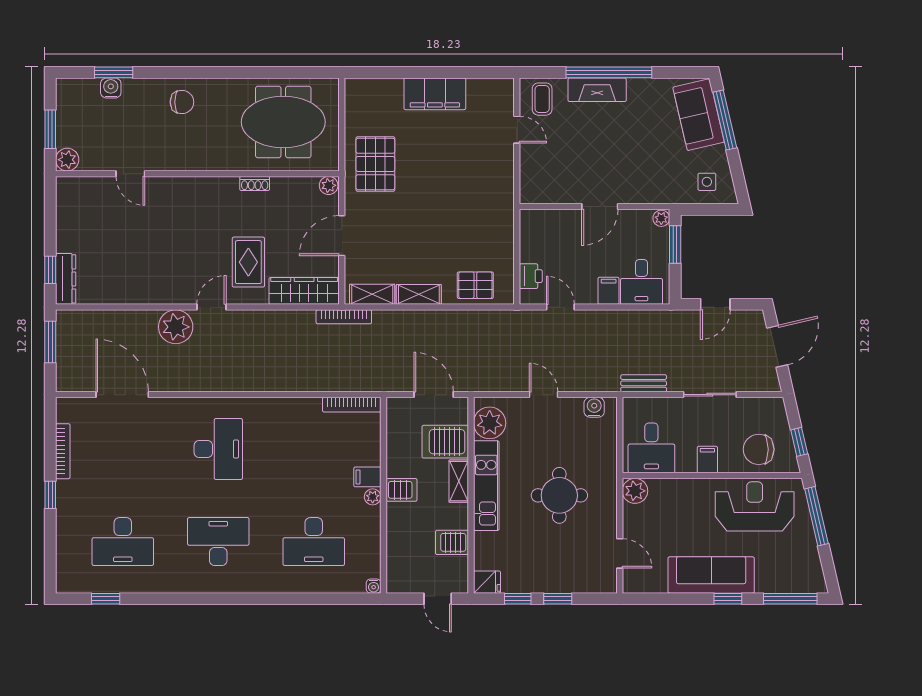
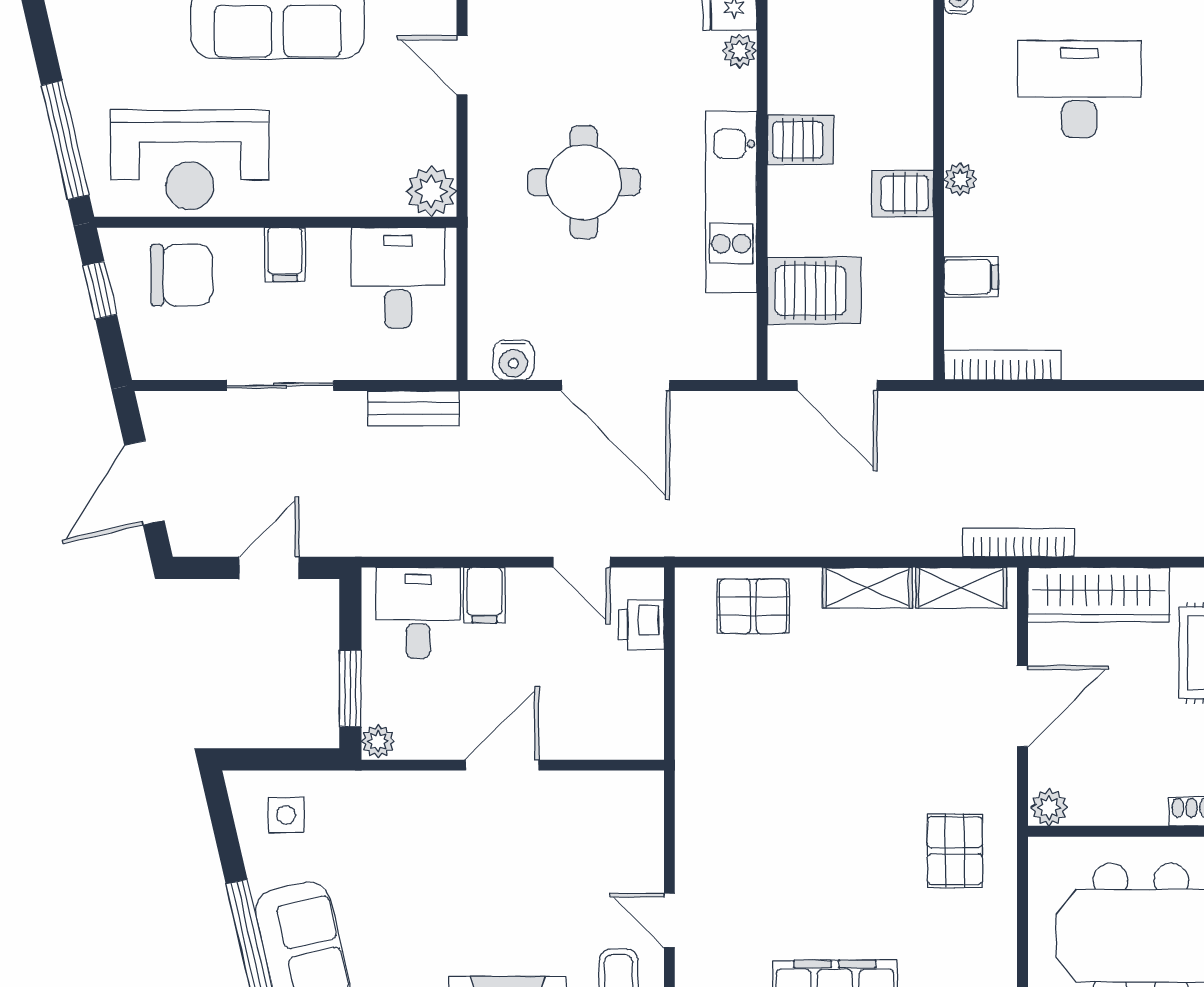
pallet: (375, 164) -> (955, 851), width x0.67, depth x0.71
door: (544, 395) -> (615, 386), width x1.88
plant: (490, 423) -> (740, 51), moved, width x0.53, depth x0.53
filing cabinet: (367, 477) -> (971, 277), moved
shelving: (459, 481) -> (787, 211), removed
server rack: (452, 542) -> (800, 140), moved

